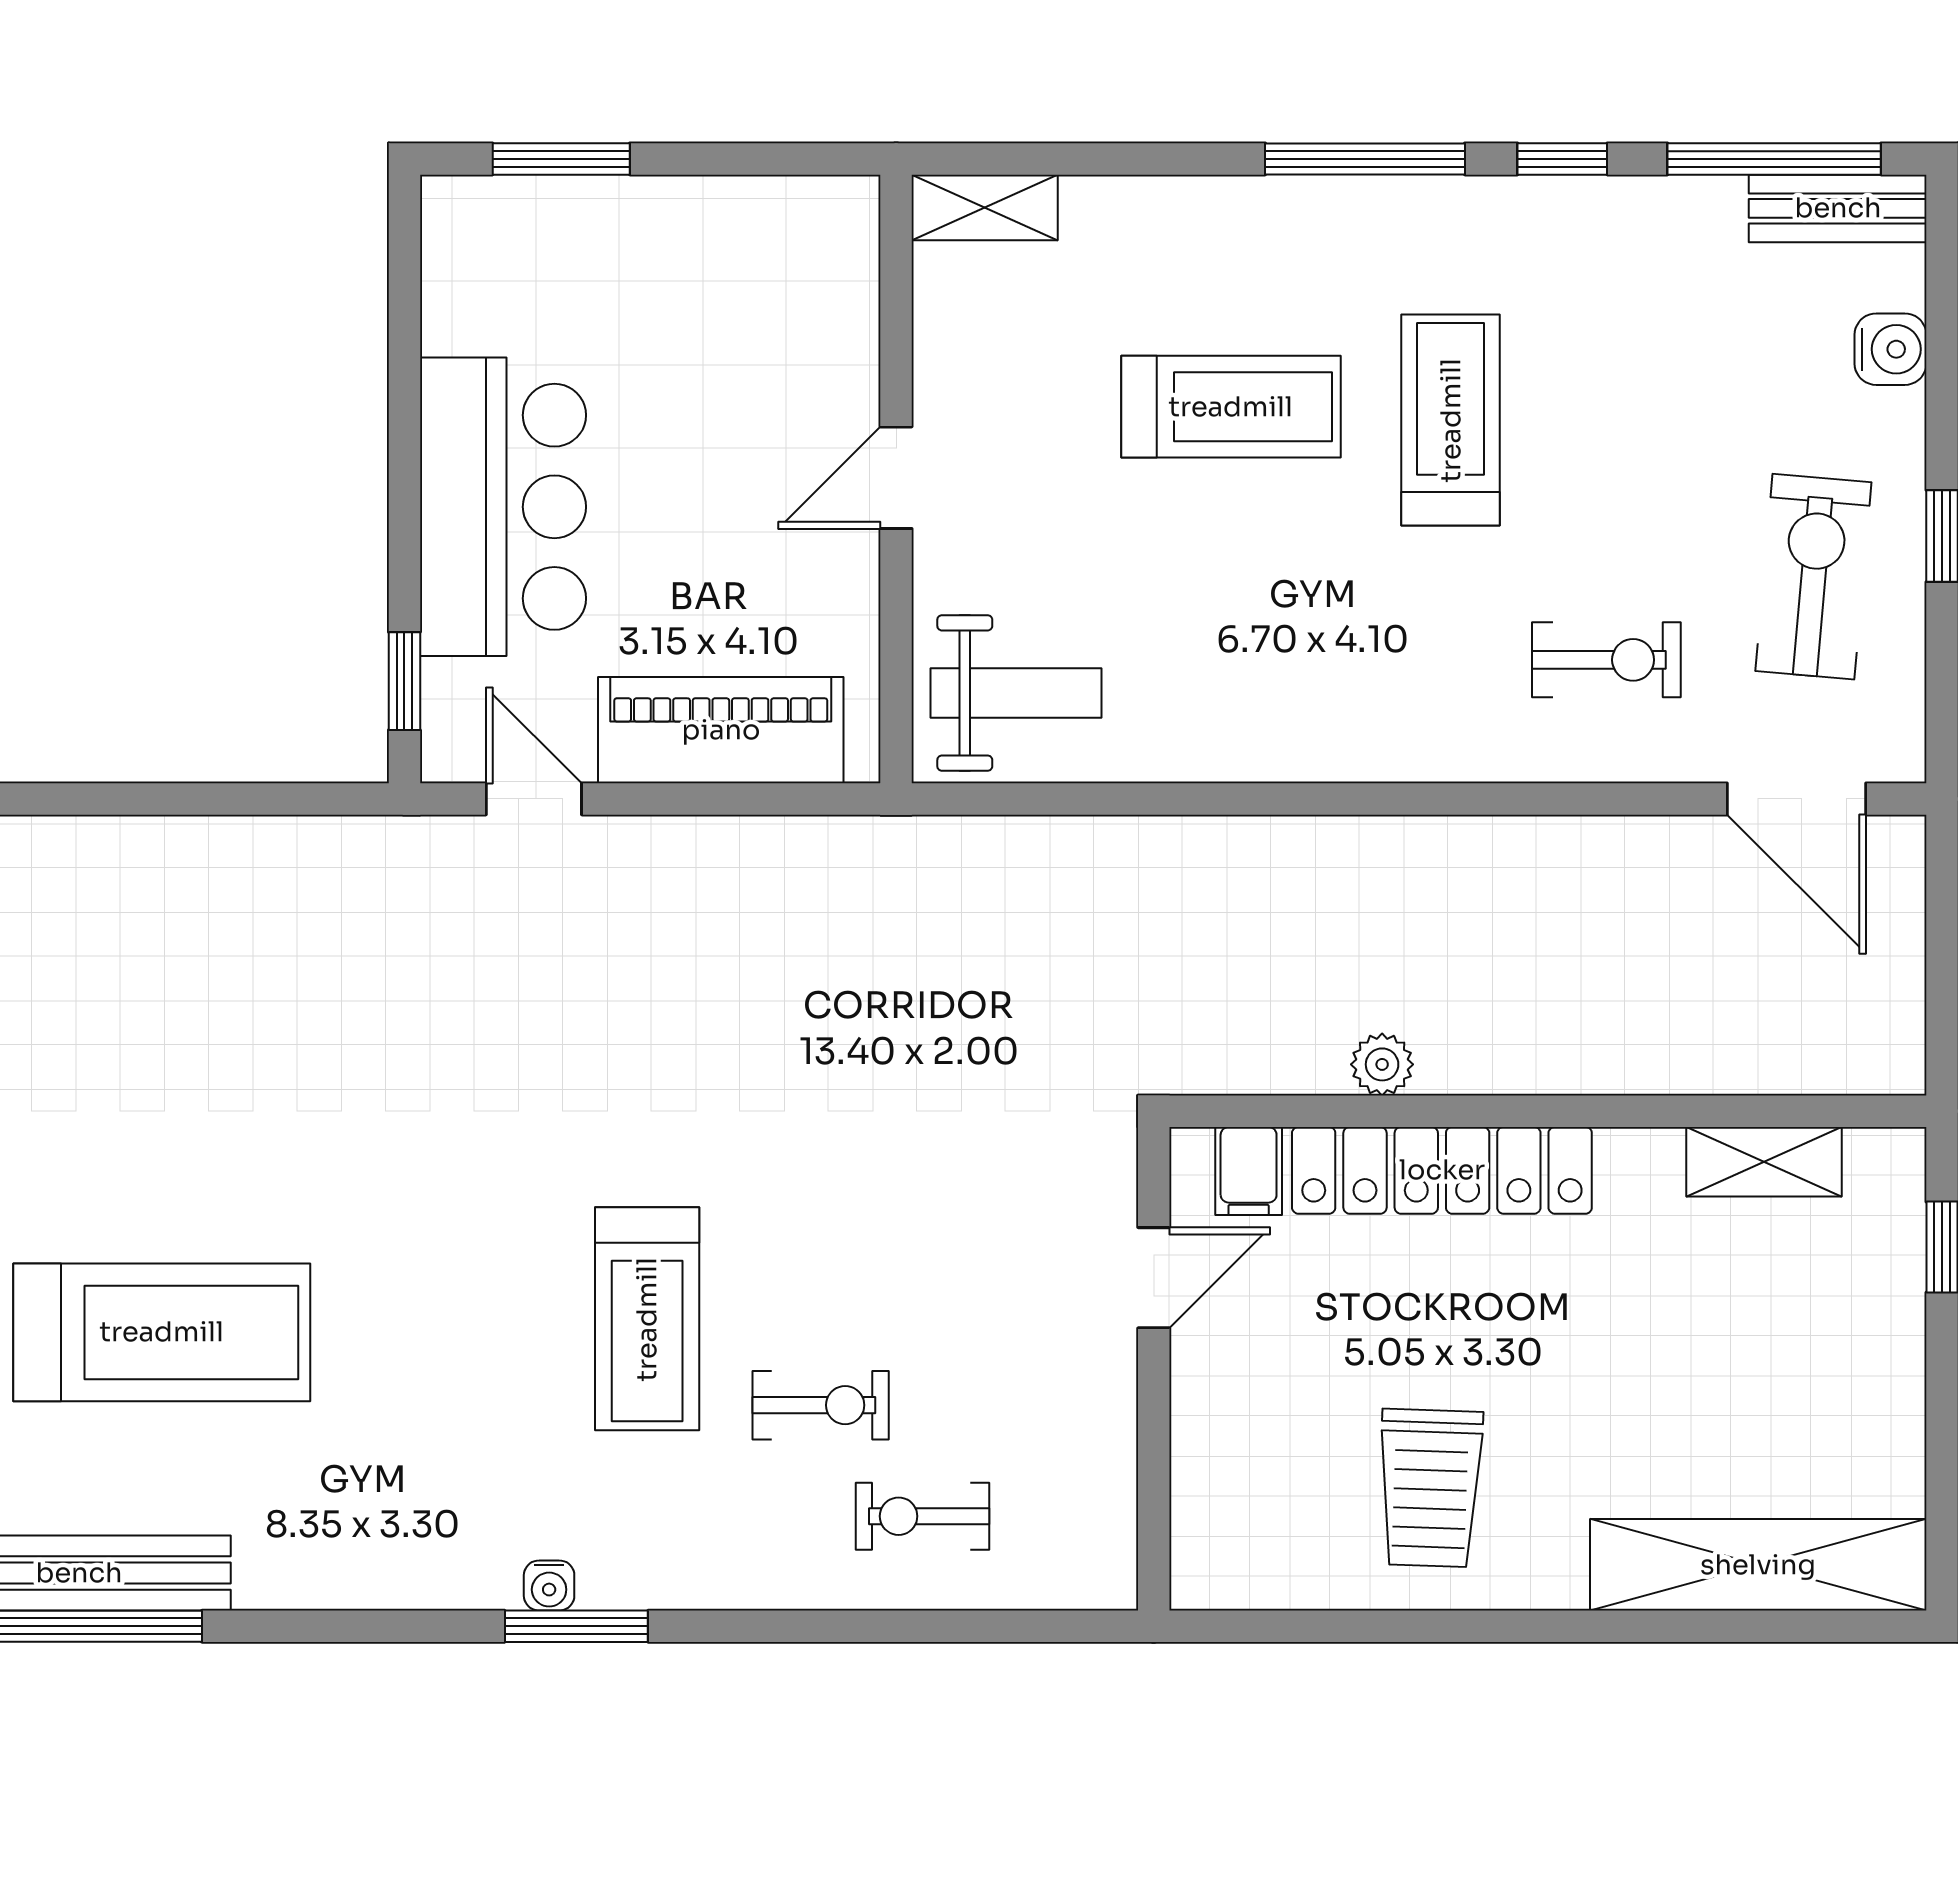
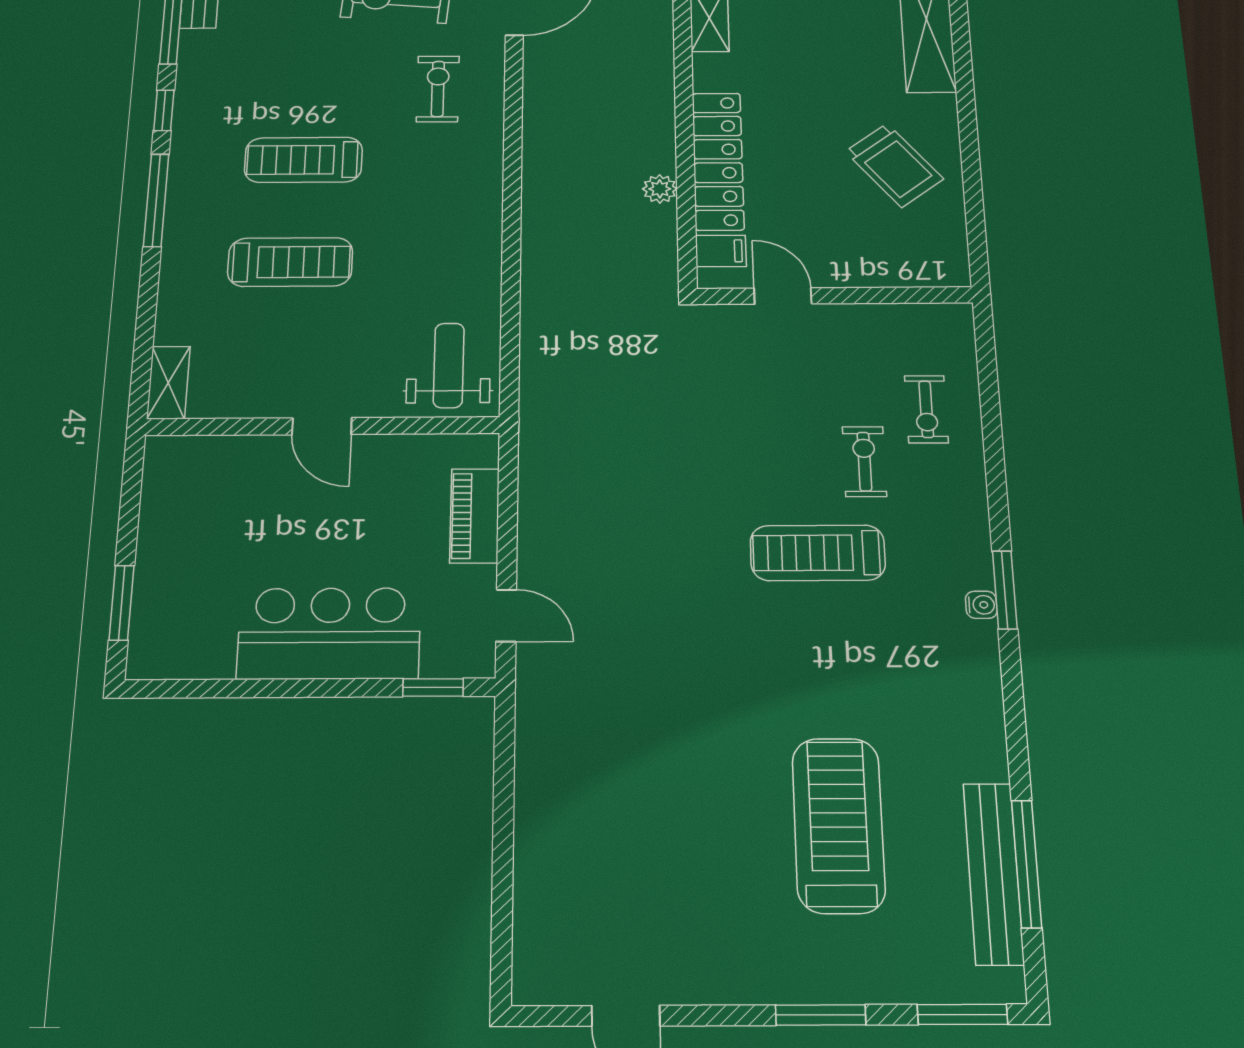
treadmill: (1231, 407) -> (290, 262), turned 90
piano: (721, 730) -> (475, 516), width x0.73, depth x0.75
door: (534, 799) -> (506, 616), swing flipped
treadmill: (647, 1319) -> (818, 553), turned 180
trolley: (1430, 1488) -> (894, 165), turned 50

